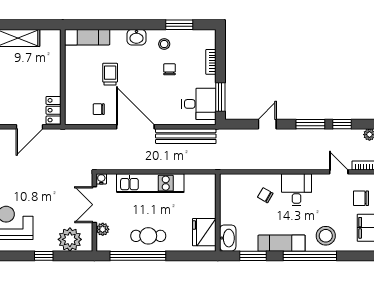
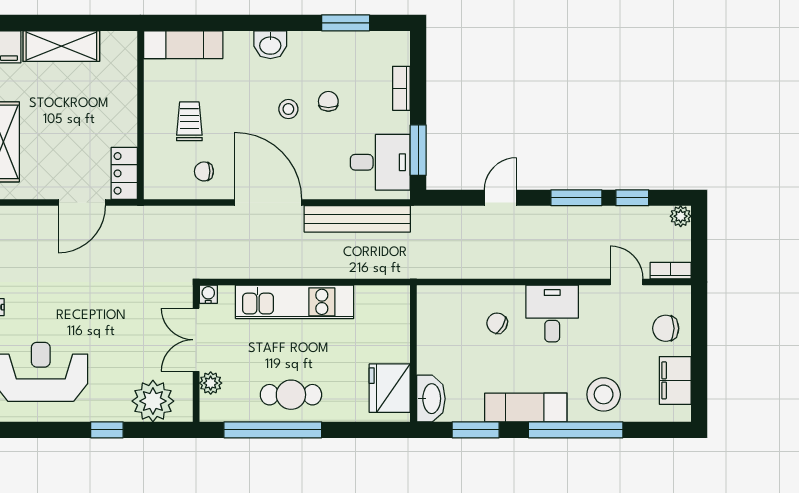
stool: (164, 44) -> (288, 109), moved
trolley: (110, 74) -> (189, 121), moved

